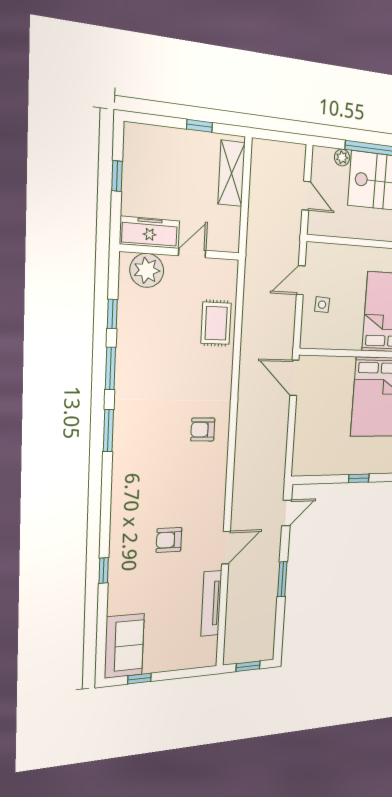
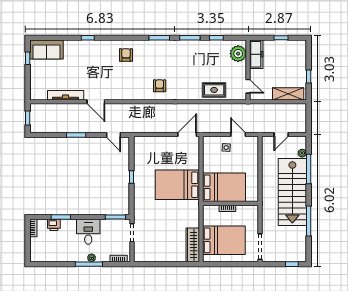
door: (192, 253) -> (248, 86), moved
armchair: (169, 540) -> (126, 55), moved

